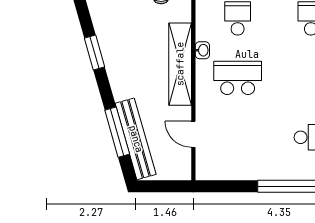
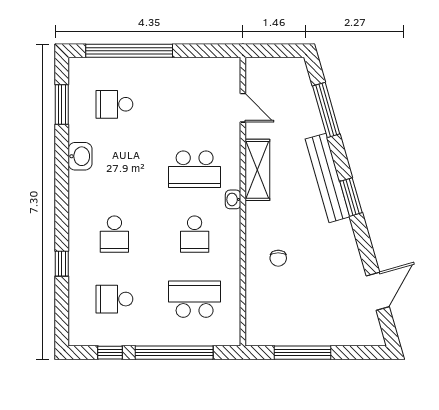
shelving: (180, 64) -> (257, 170), width x0.68
bench: (136, 139) -> (328, 178), moved

